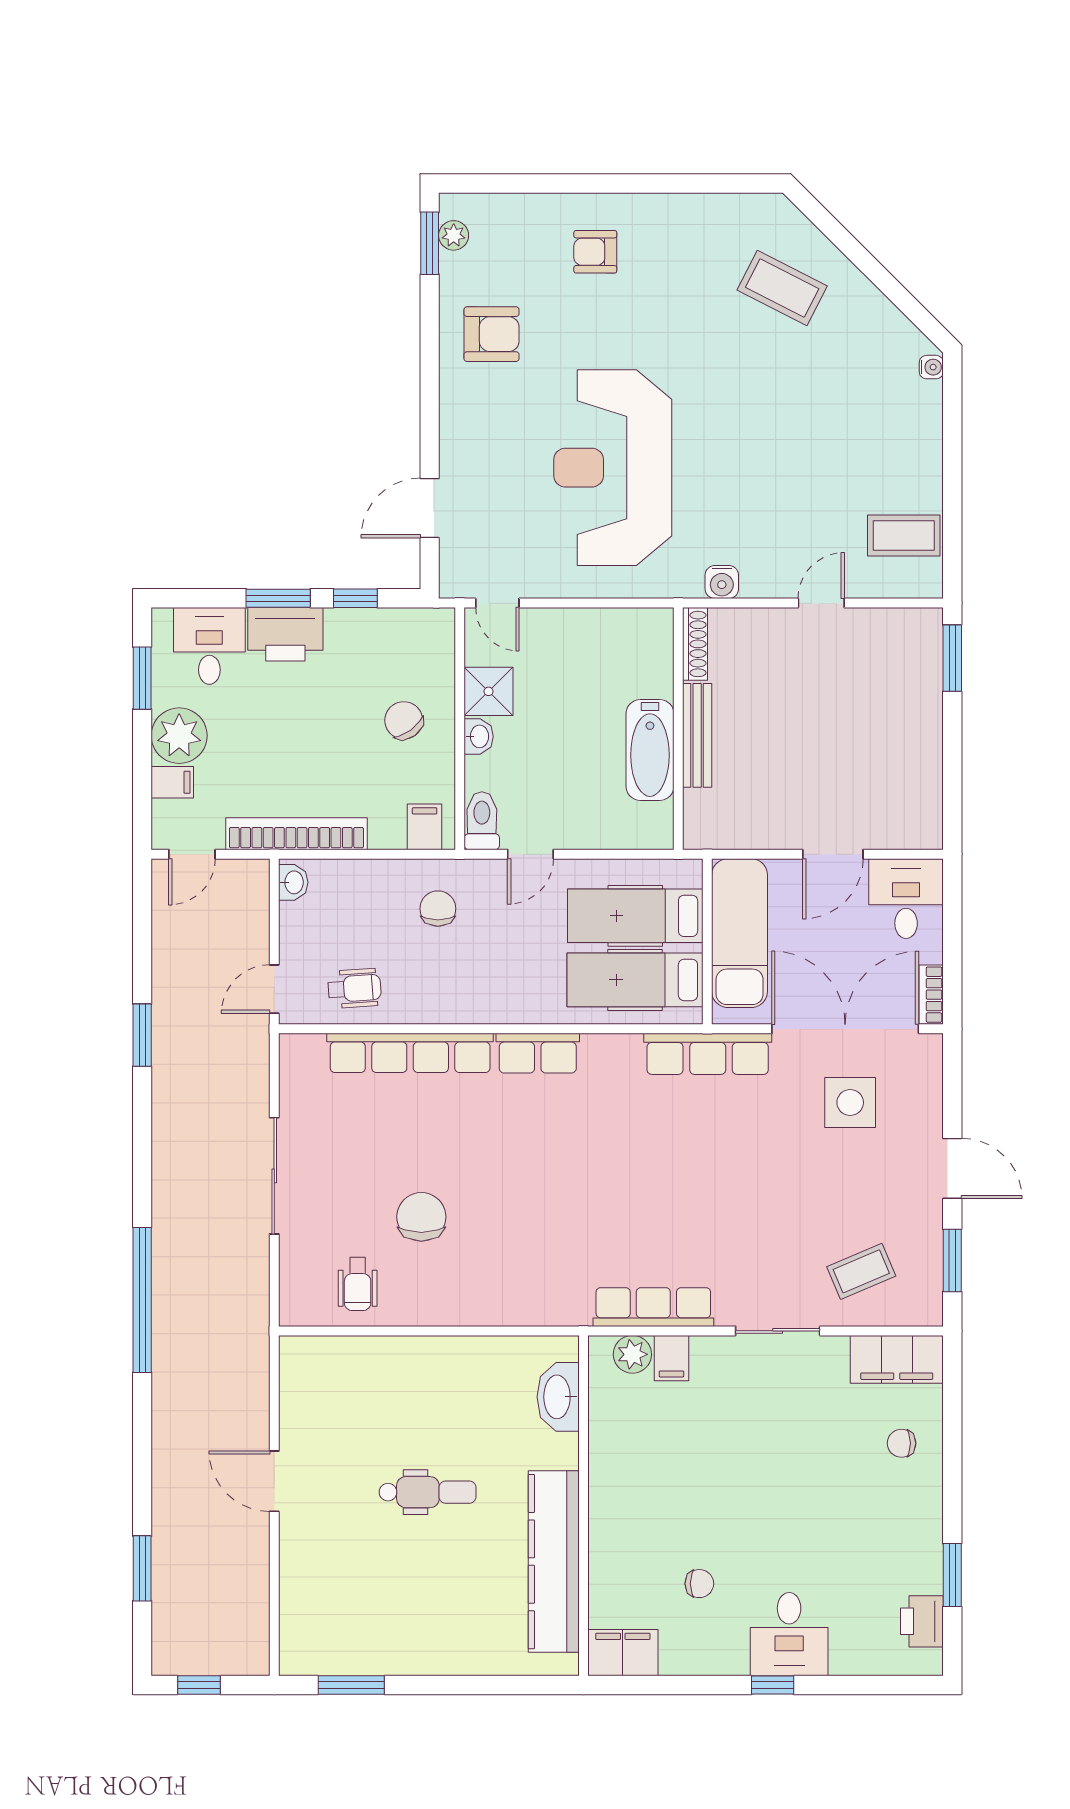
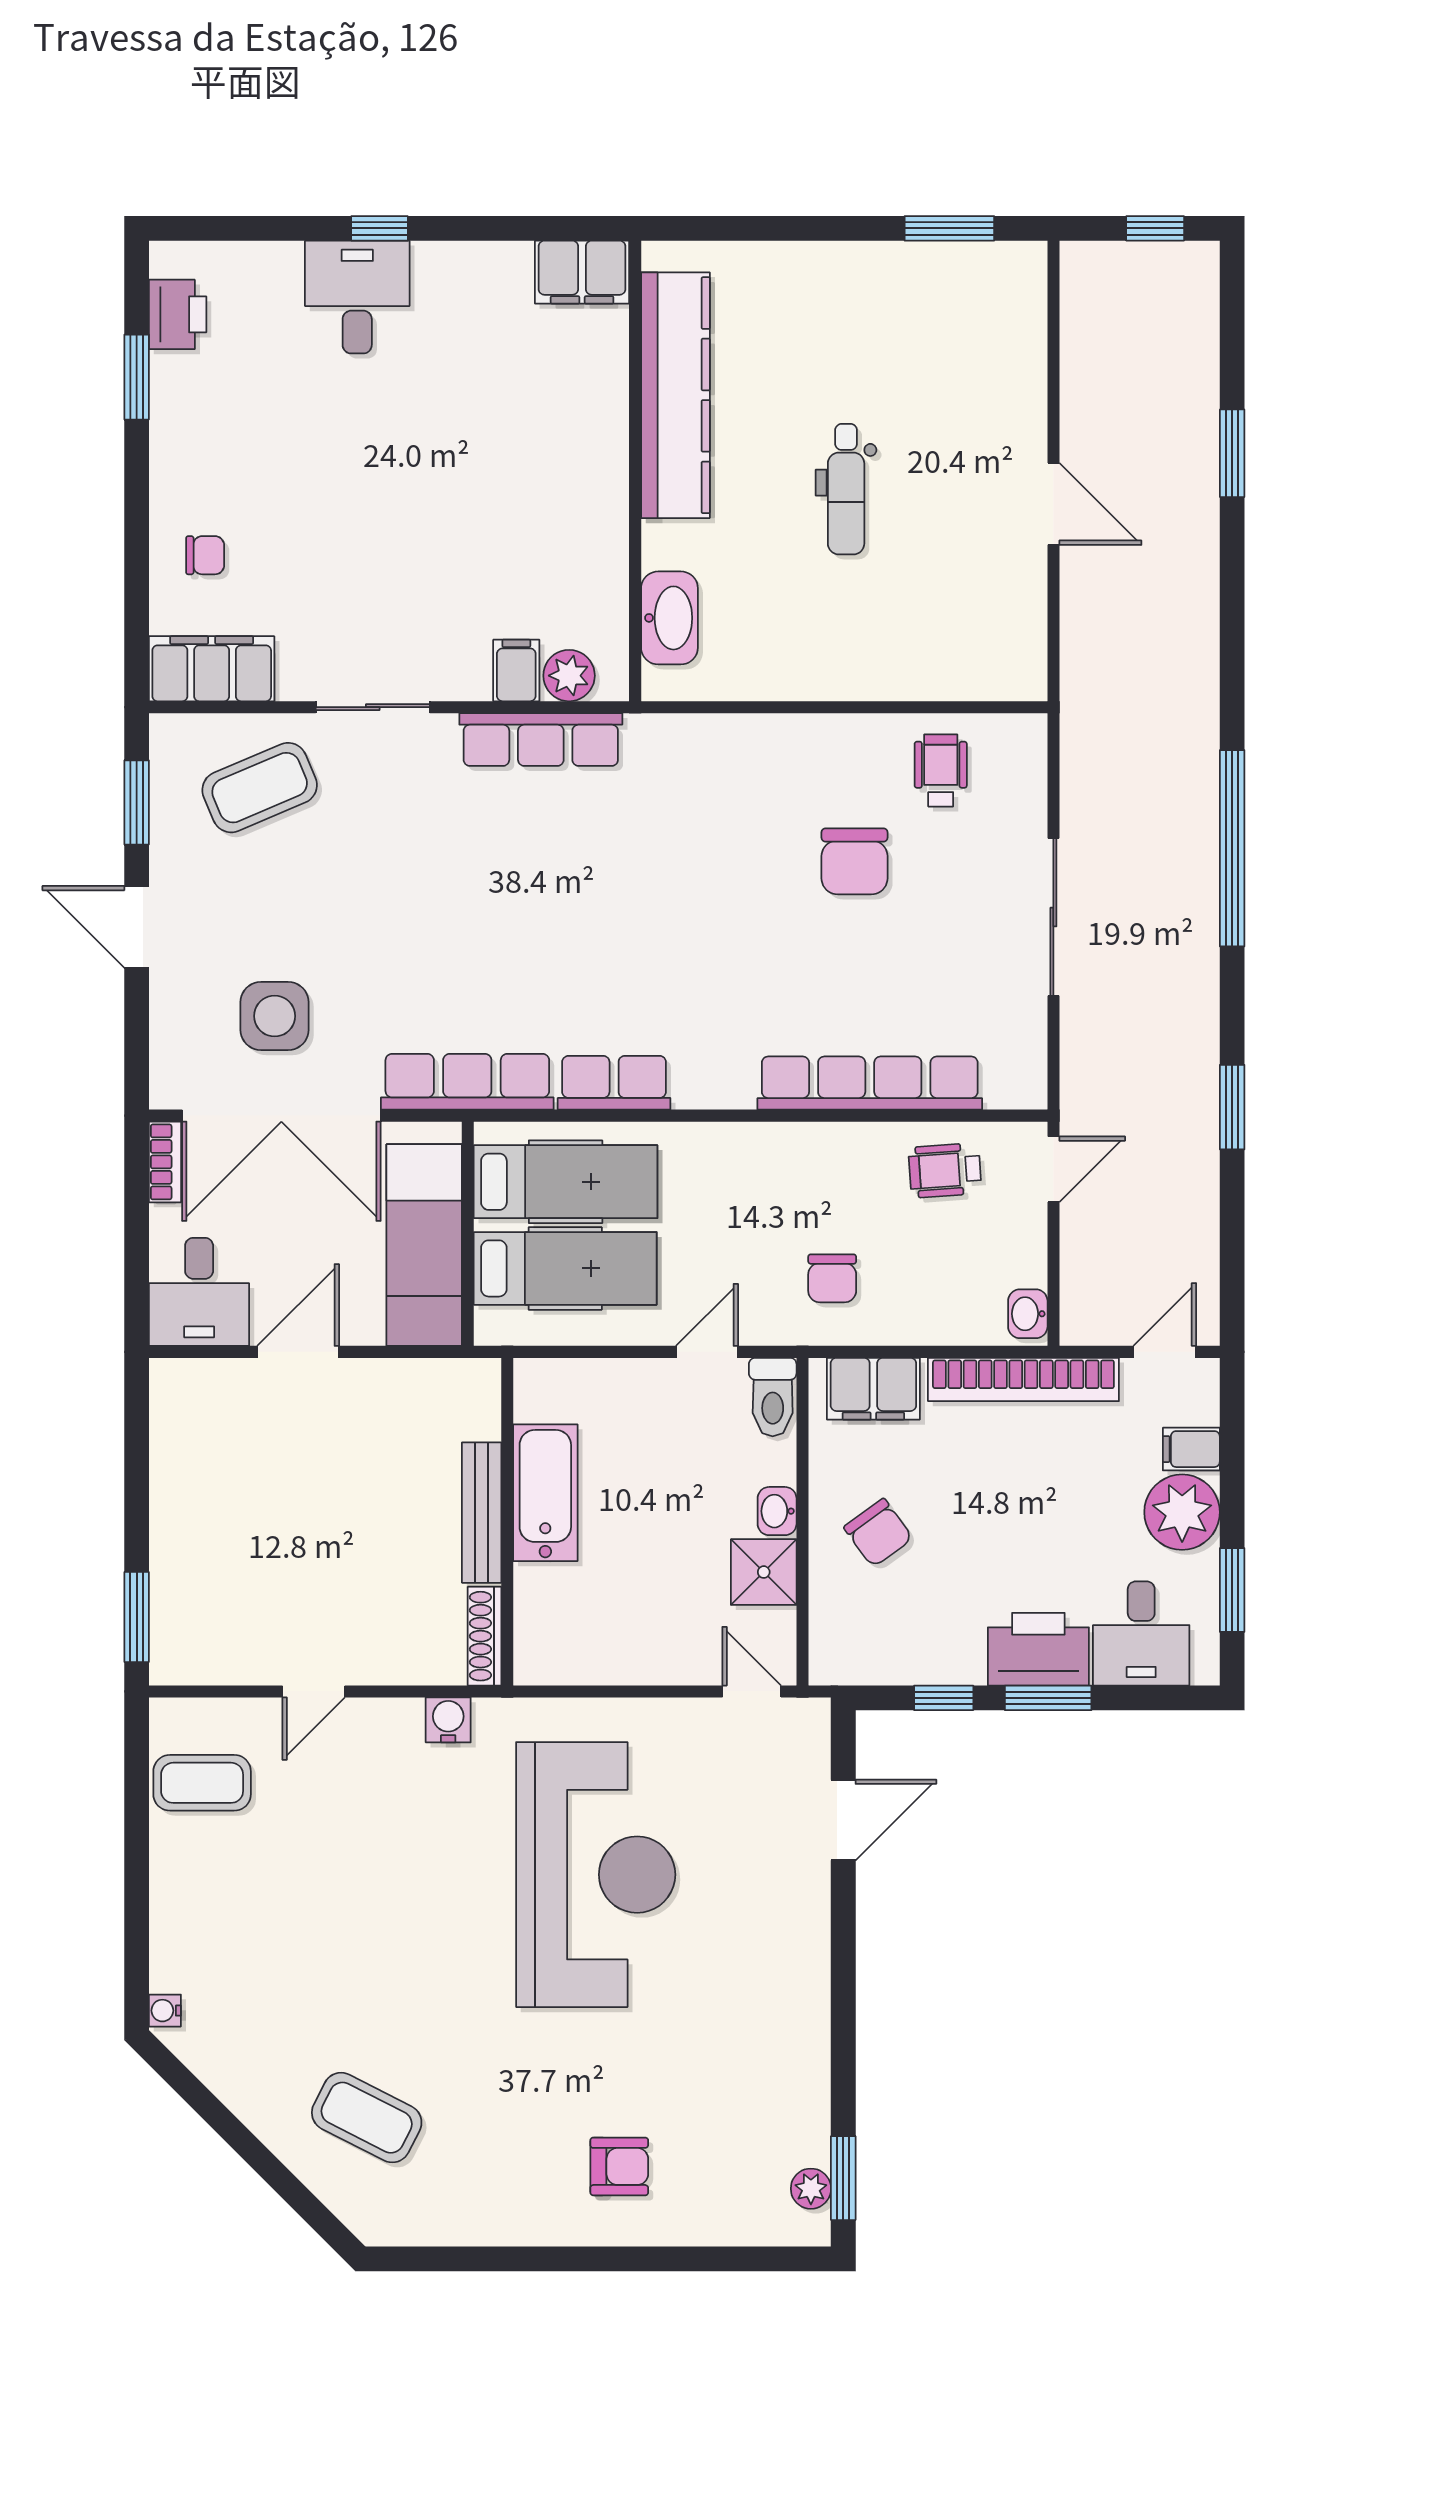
armchair: (492, 334) -> (760, 2055), removed
filing cabinet: (425, 827) -> (873, 1389), width x2.00
row of seats: (538, 1053) -> (614, 1083), moved
coffee table: (861, 1271) -> (260, 788), width x1.36, depth x1.30
window: (142, 1300) -> (1232, 848), moved
dental chair: (428, 1492) -> (846, 489), turned -90
window: (142, 1568) -> (1232, 453), moved
chair: (699, 1584) -> (479, 366), removed

